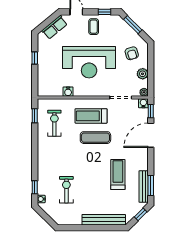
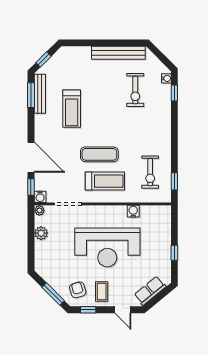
armchair: (132, 53) -> (78, 290), moved
reception desk: (89, 62) -> (107, 247), turned 180
door: (151, 135) -> (31, 157), hinge flipped
bench: (104, 220) -> (118, 53), moved

